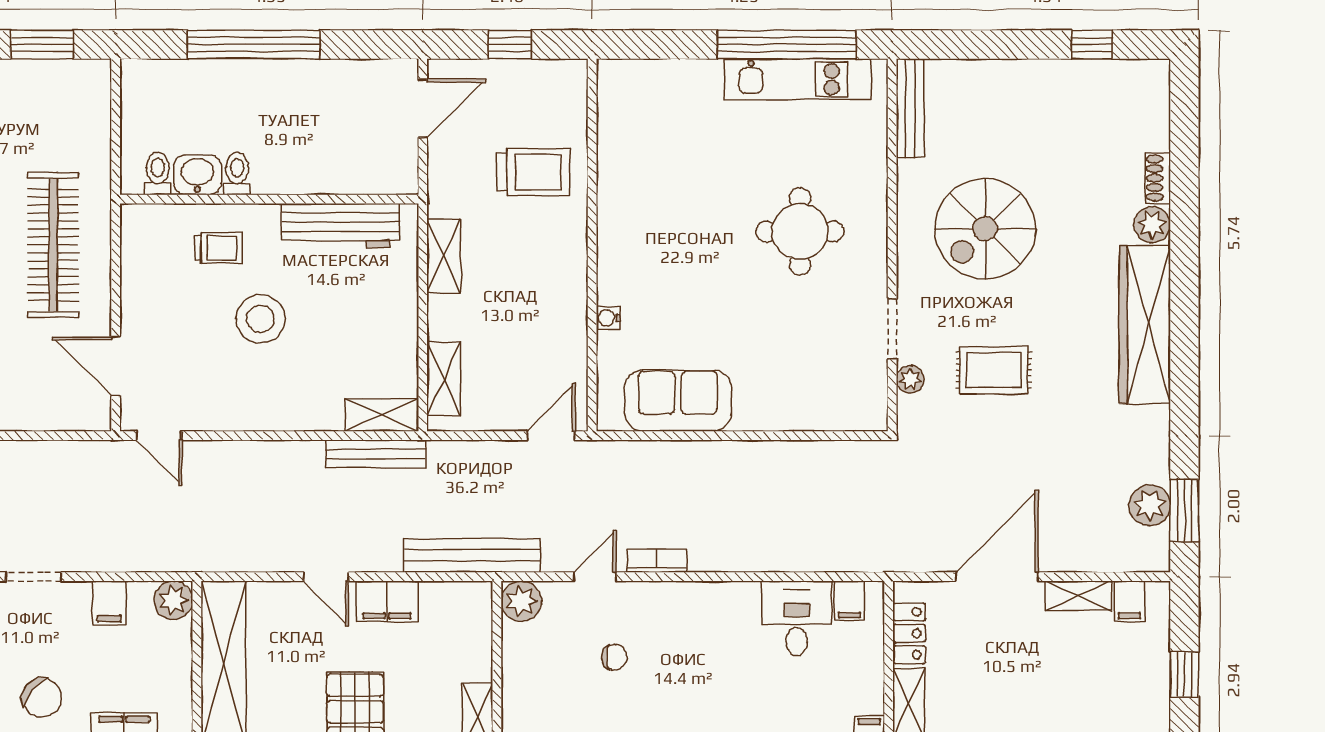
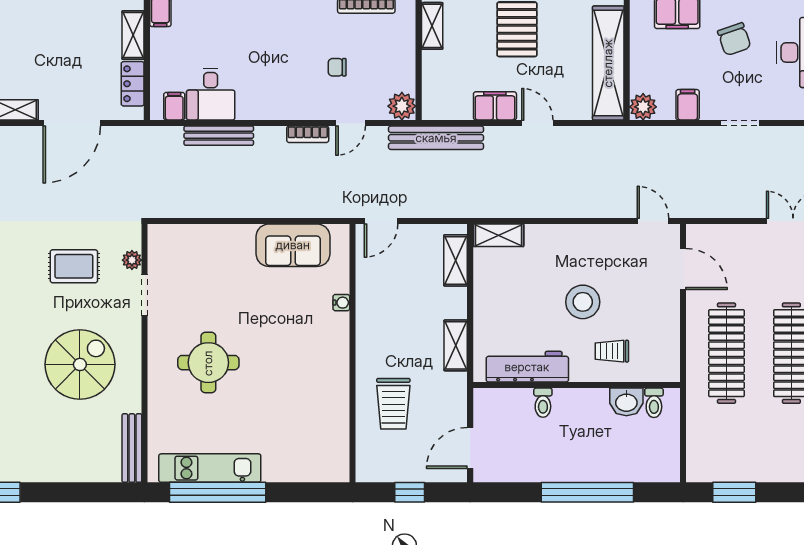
trolley: (533, 172) -> (393, 404), turned -90
toilet: (237, 174) -> (543, 403), moved
bench: (376, 454) -> (219, 136), moved
chair: (42, 698) -> (734, 39), turned -149

